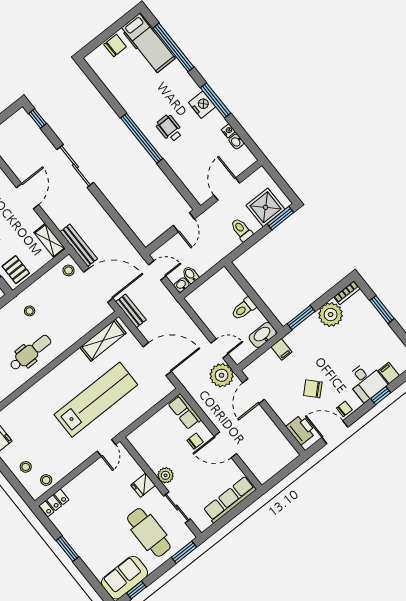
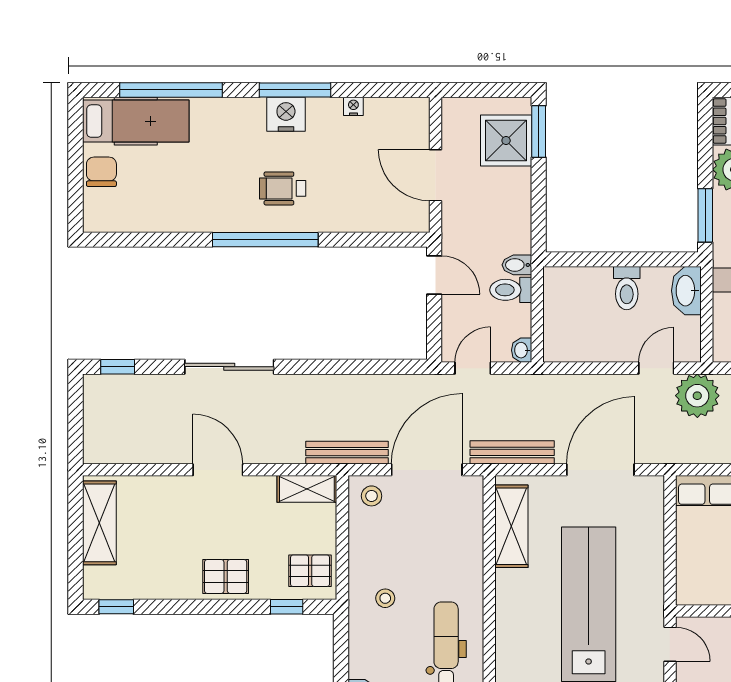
washbasin: (236, 141) -> (378, 107), removed
toilet: (242, 230) -> (511, 290), moved
bidet: (190, 275) -> (517, 265), moved
bench: (131, 311) -> (512, 452), width x1.36

